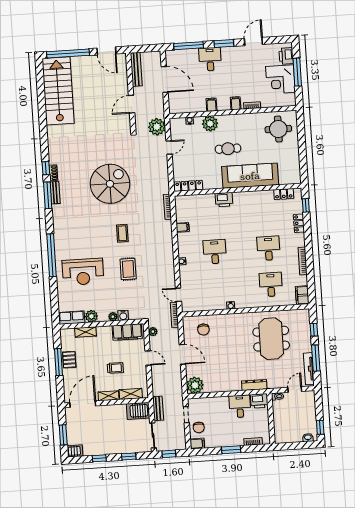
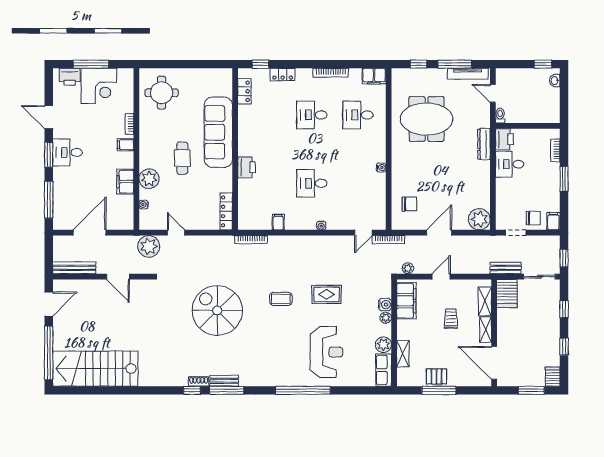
desk: (210, 59) -> (67, 152), moved
filing cabinet: (211, 105) -> (125, 182), width x2.00

